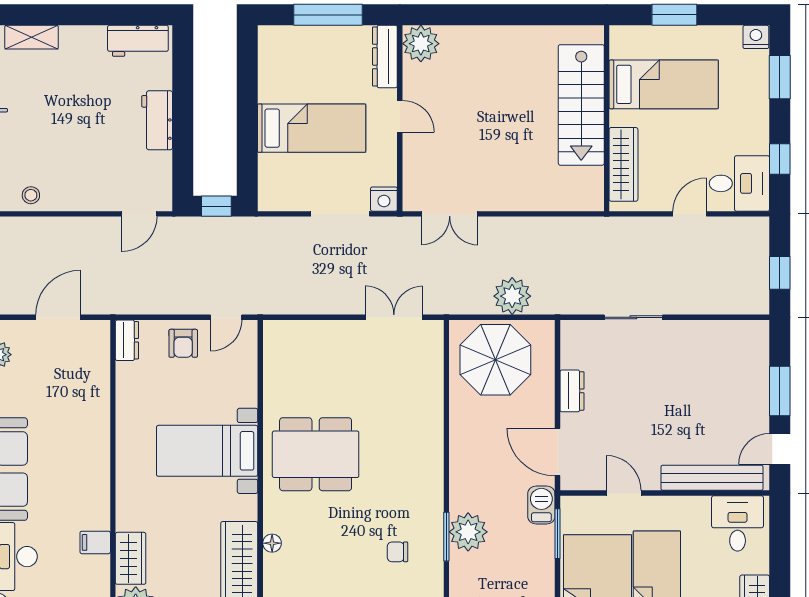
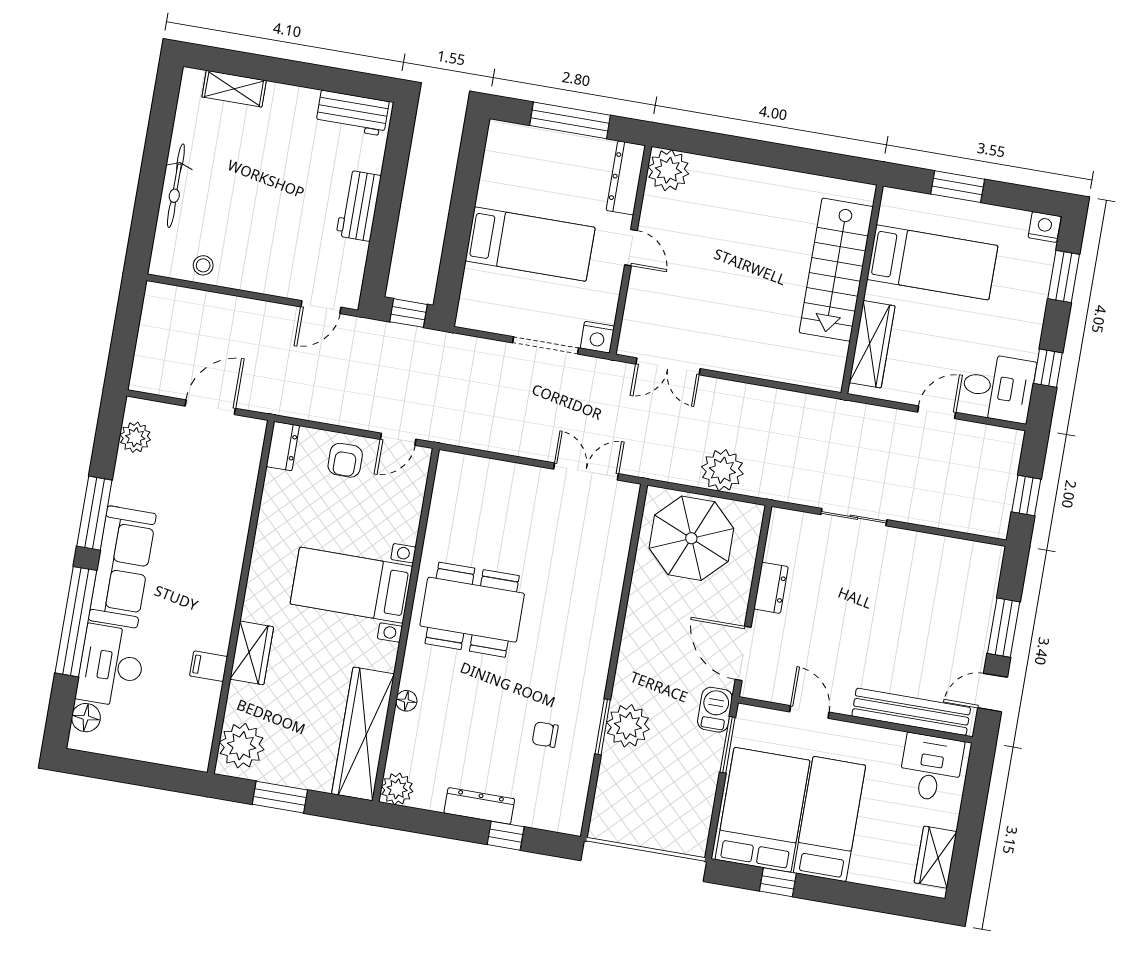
wardrobe: (131, 558) -> (252, 653), moved

